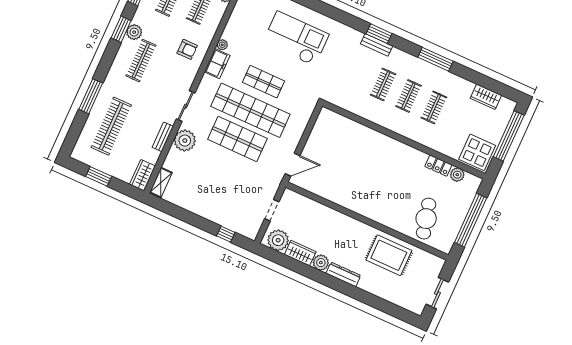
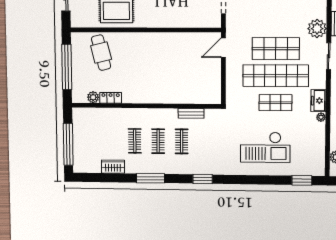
bench: (377, 45) -> (191, 113), moved
wardrobe: (486, 97) -> (113, 167), moved
display table: (477, 152) -> (86, 121), removed

